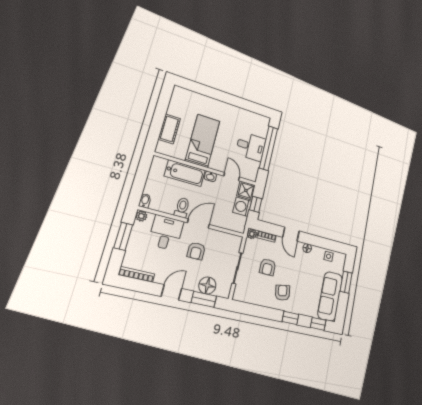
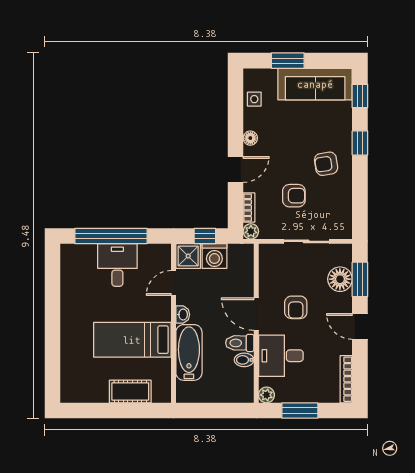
bidet: (145, 201) -> (244, 360), moved
armchair: (196, 251) -> (296, 307), turned 90

